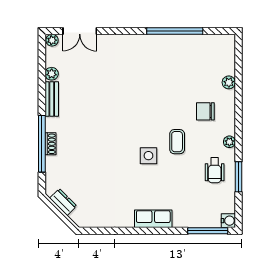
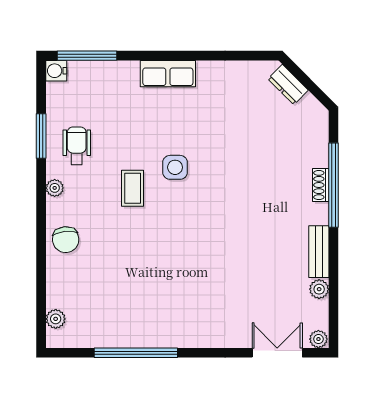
plant: (229, 82) -> (56, 319), moved
chair: (205, 111) -> (66, 240), moved, turned 84
dresser: (63, 202) -> (288, 85), moved

